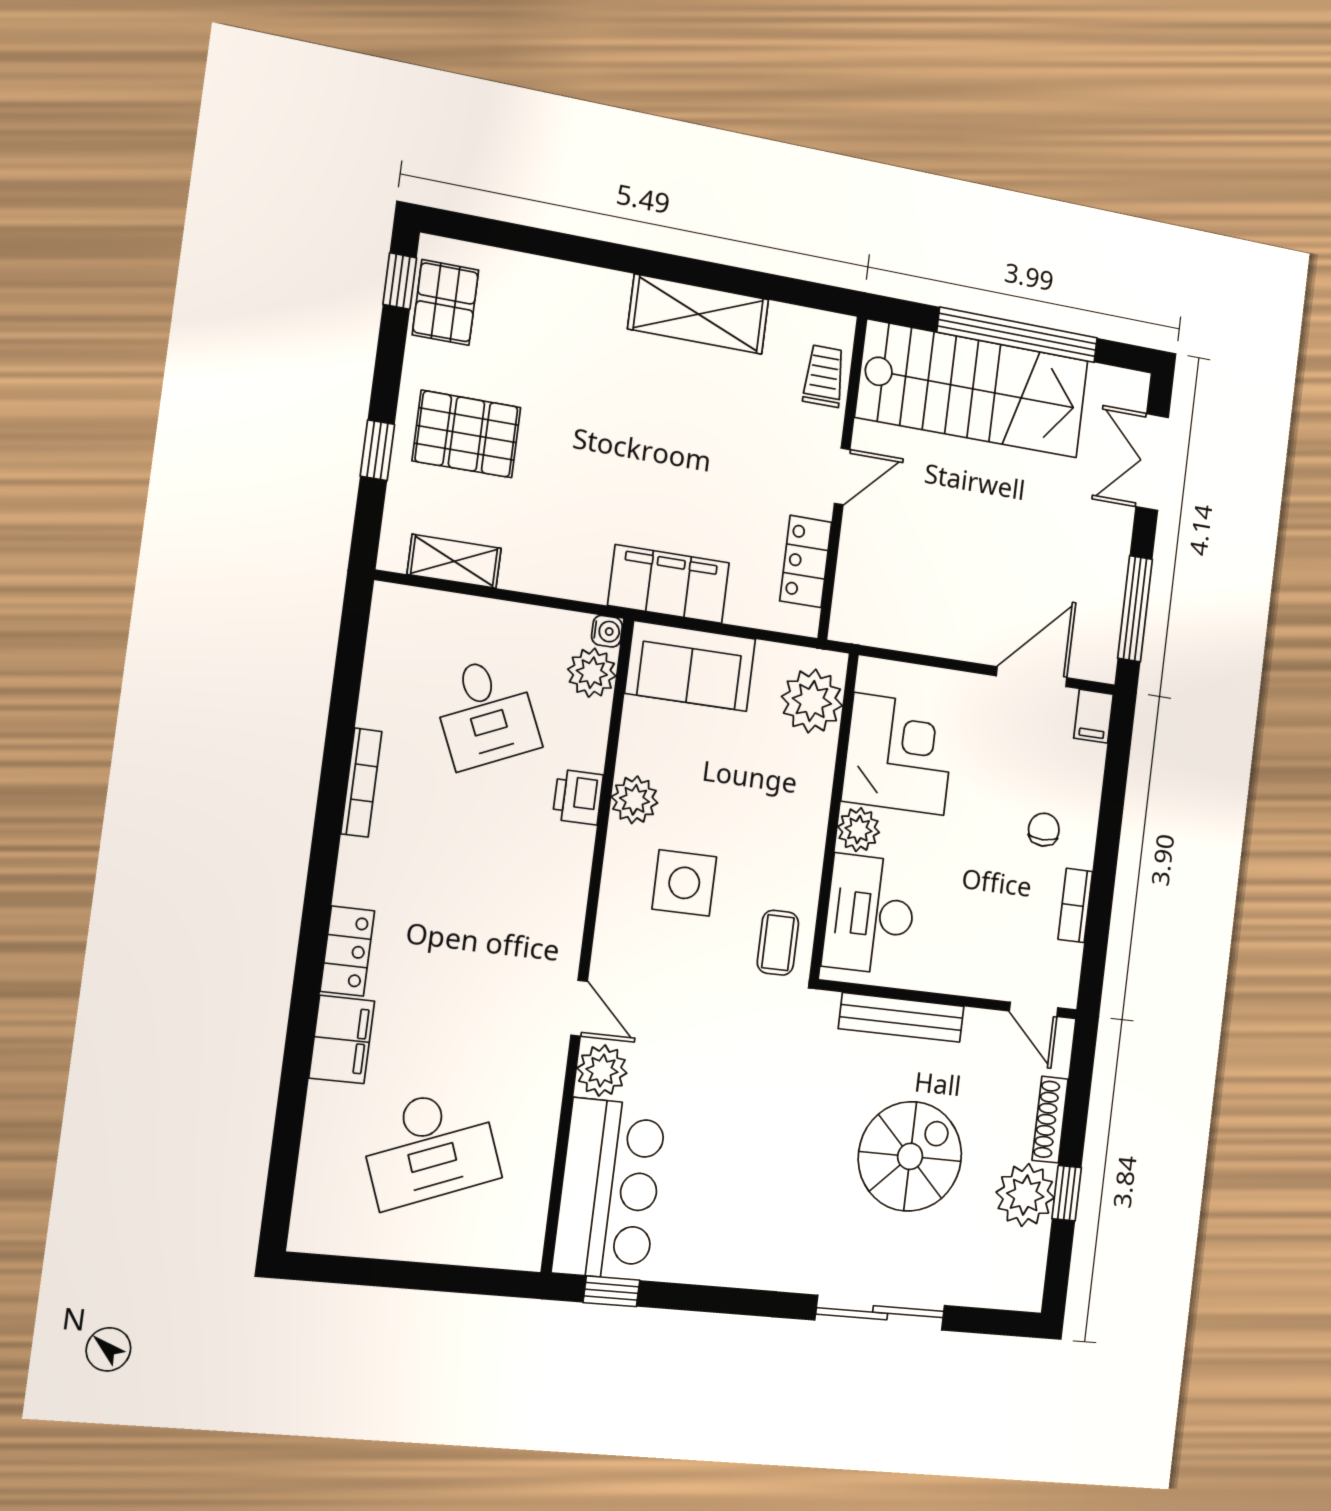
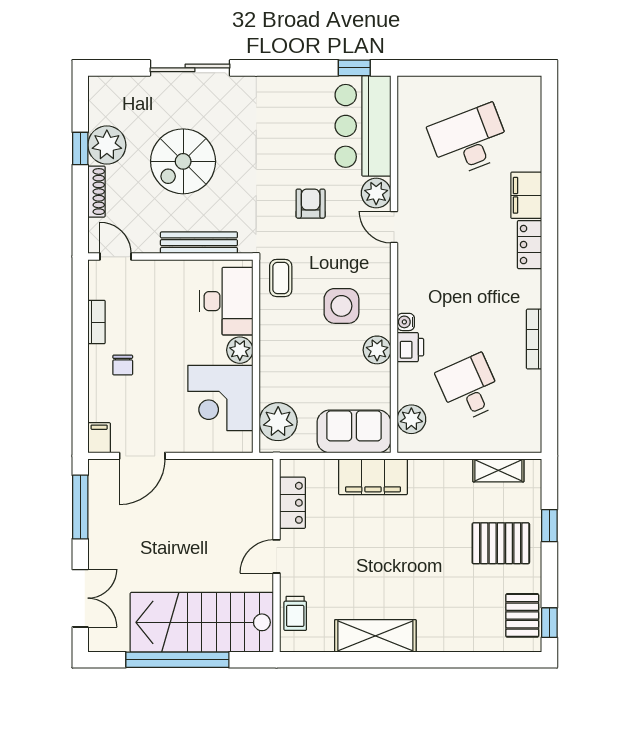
water cooler: (607, 631) -> (406, 322), moved
armchair: (714, 1064) -> (311, 204), added

